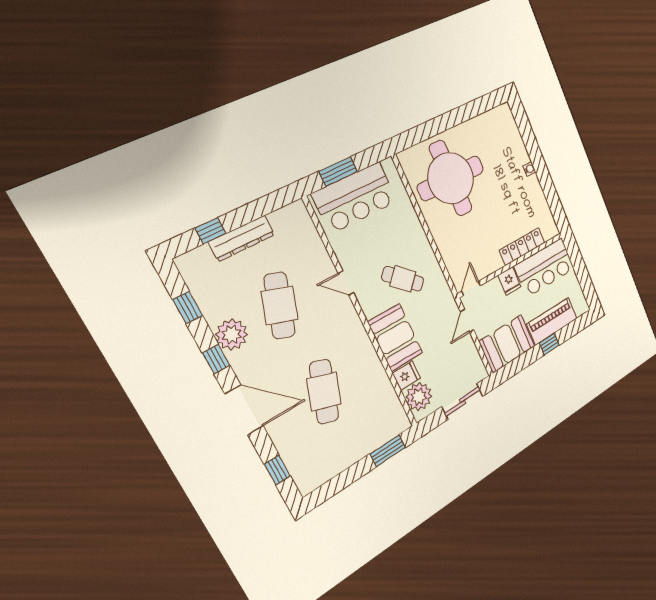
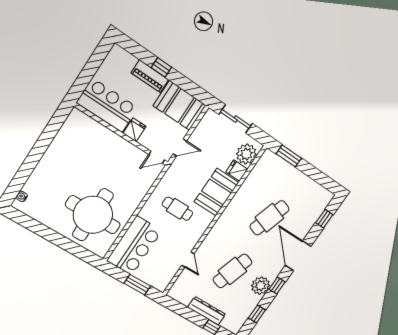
water cooler: (529, 169) -> (22, 196), moved
bar counter: (355, 198) -> (134, 246), moved, turned 90
locker: (522, 246) -> (104, 134), removed
cafe table: (403, 279) -> (177, 209), turned -43
door: (346, 283) -> (188, 259), moved
piano: (552, 321) -> (150, 76), width x0.73, depth x0.75

